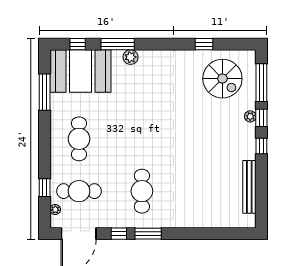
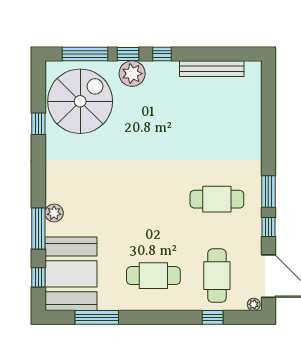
spiral stairs: (222, 79) -> (80, 101), width x1.37, depth x1.37
plant: (250, 116) -> (132, 74), width x1.88, depth x1.88
plant: (55, 209) -> (254, 304), moved

